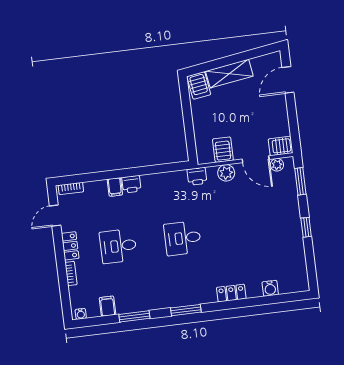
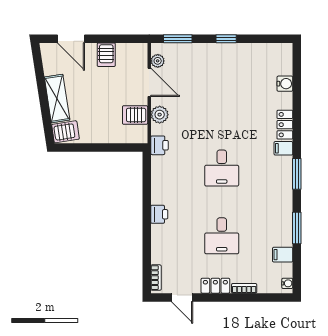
server rack: (281, 146) -> (106, 55), moved
door: (256, 159) -> (149, 82), hinge flipped
filing cabinet: (115, 187) -> (283, 148), moved, turned 180

